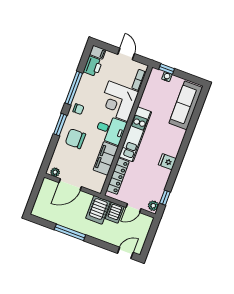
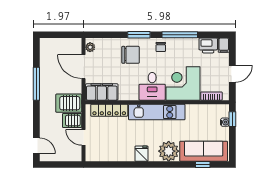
chair: (75, 139) -> (131, 55), turned 90
filing cabinet: (106, 158) -> (102, 92), moved
window: (165, 198) -> (203, 165), moved
plant: (153, 206) -> (169, 151), moved, width x1.87, depth x1.87

